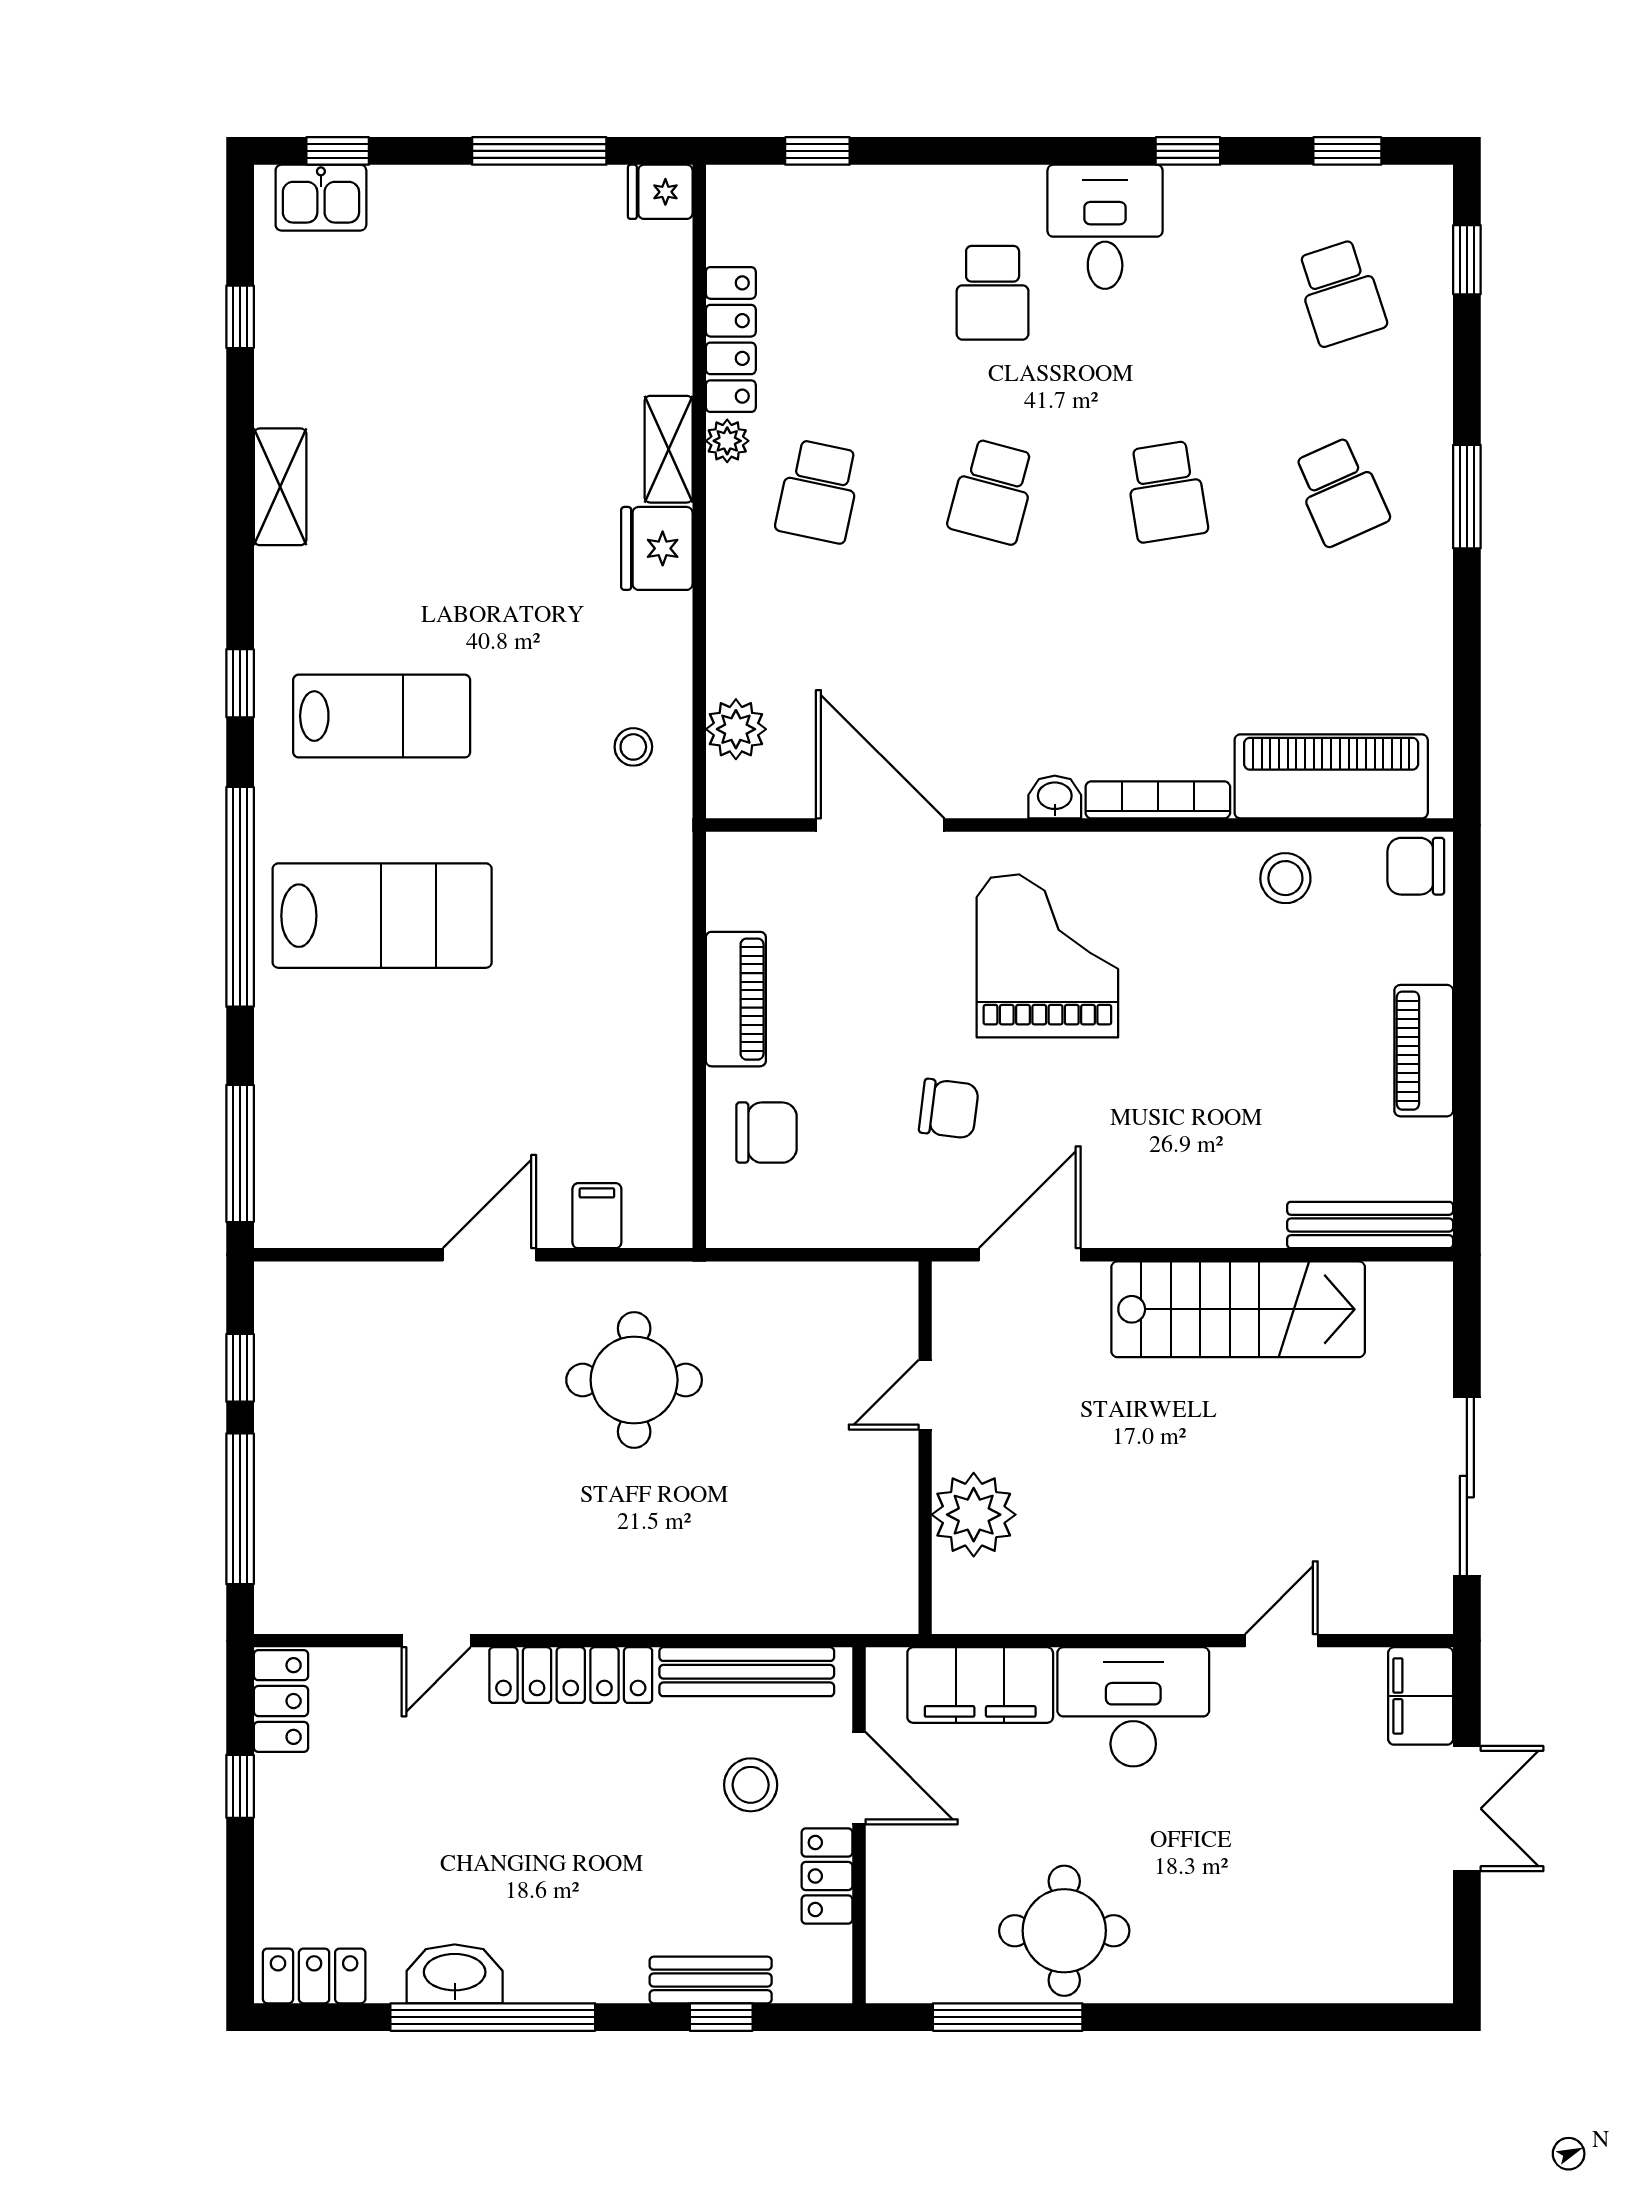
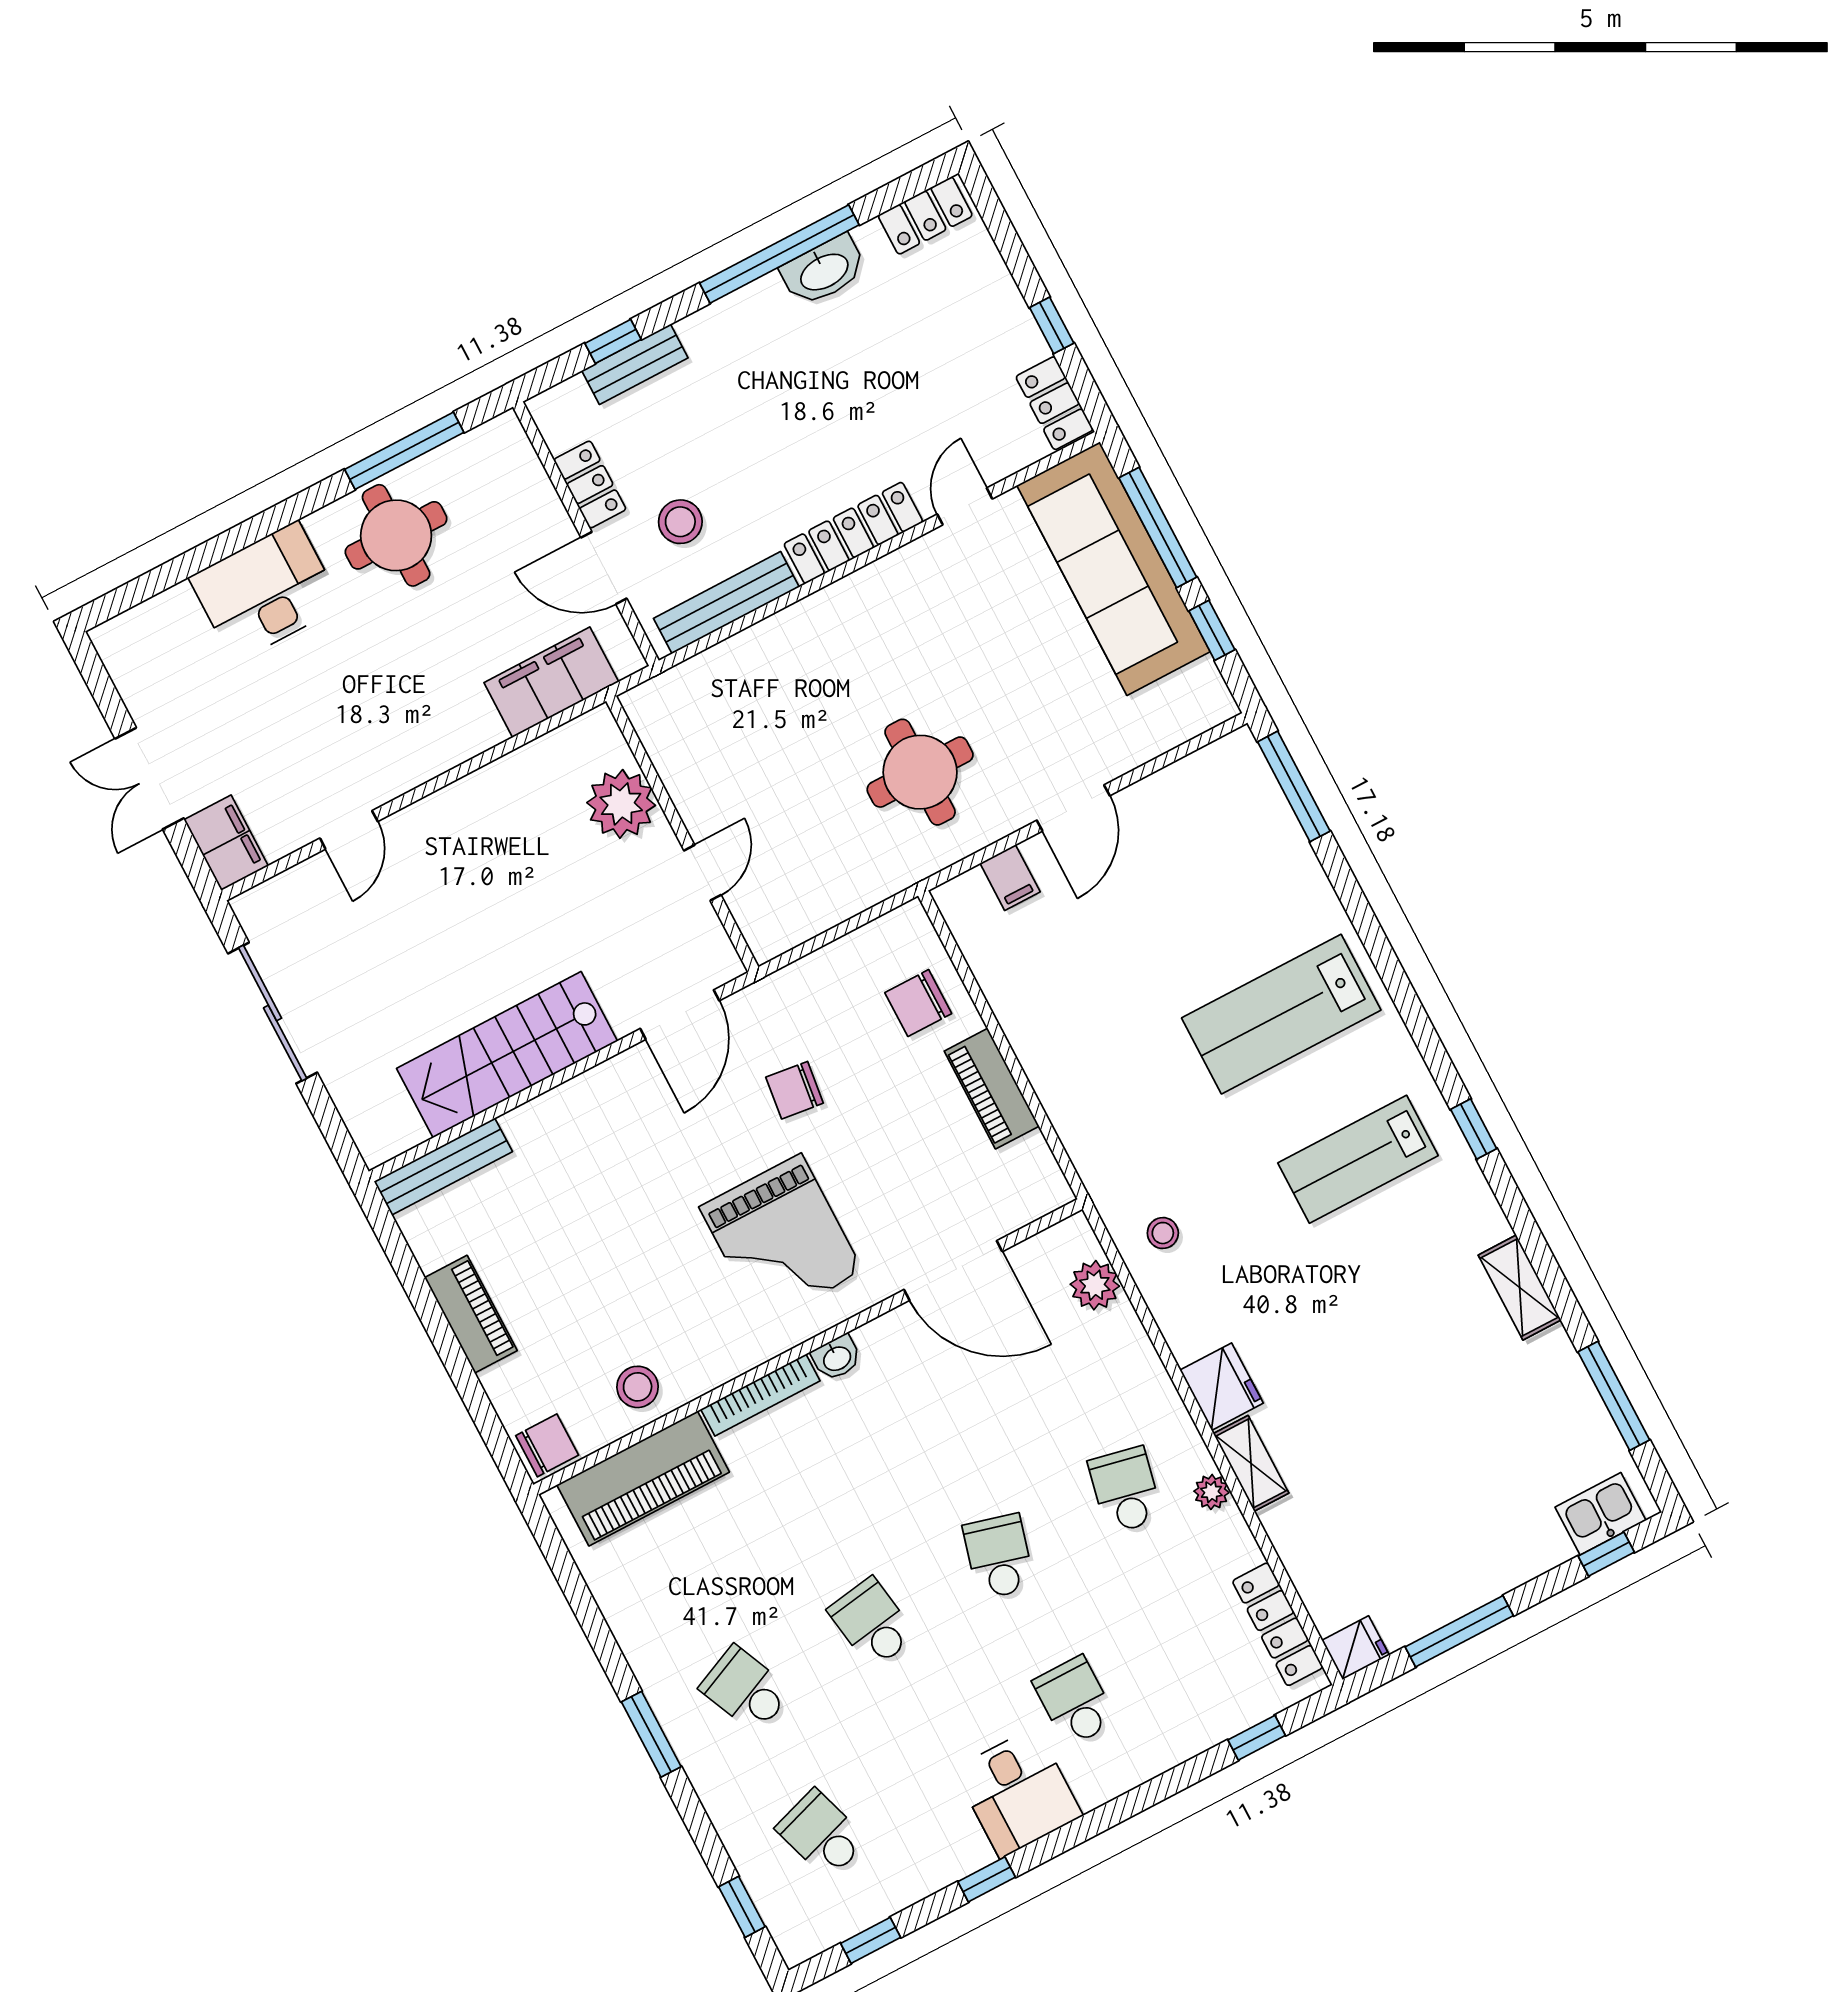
window: (240, 317) -> (1614, 1396), width x2.17
locker: (731, 340) -> (1278, 1624), moved
window: (240, 897) -> (1392, 973), removed
sofa: (311, 1490) -> (1113, 569), added
desk: (1133, 1707) -> (266, 592), moved, turned 180

